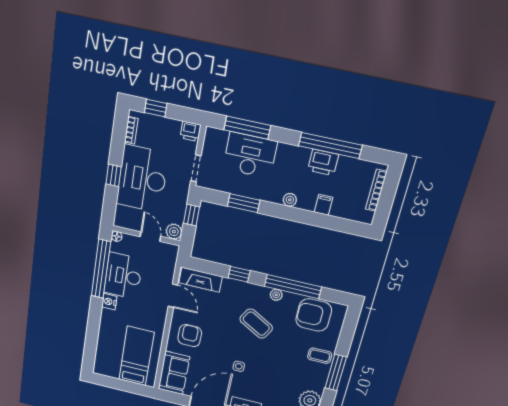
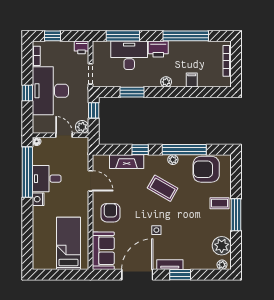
printer: (323, 162) -> (158, 49), moved
desk: (123, 276) -> (47, 179), width x0.73
fireplace: (201, 280) -> (127, 162), moved

